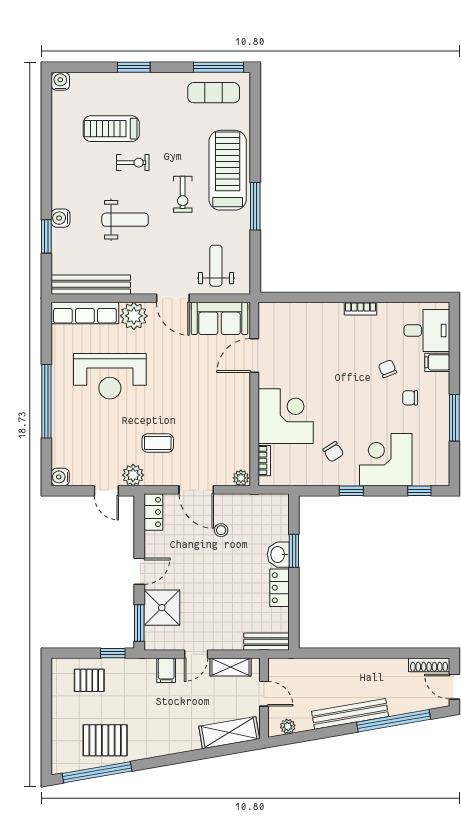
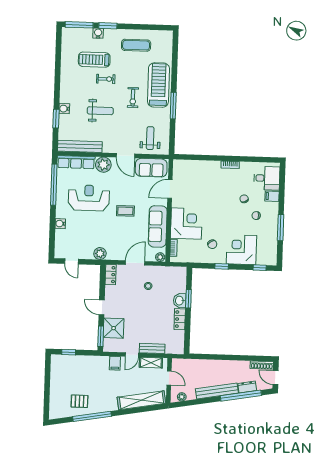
window: (219, 67) -> (79, 25), moved
water cooler: (60, 81) -> (98, 33), moved
exercise mat: (214, 93) -> (136, 45), moved
reception desk: (110, 376) -> (89, 198), turned 180
window: (46, 401) -> (54, 185), moved
sofa: (235, 423) -> (158, 226), added
coffee table: (158, 443) -> (125, 211), moved
water cooler: (60, 477) -> (60, 224), moved
door: (196, 490) -> (135, 263), swing flipped
door: (106, 491) -> (71, 261), moved
door: (139, 571) -> (102, 307), swing flipped
bench: (266, 642) -> (152, 348), moved
window: (113, 653) -> (69, 352), moved
pallet: (89, 680) -> (72, 367), removed
dresser: (404, 705) -> (247, 387), added
shelving: (229, 733) -> (141, 400), width x1.47
pallet: (105, 740) -> (79, 401), width x0.67, depth x0.71
window: (97, 772) -> (92, 416), moved

